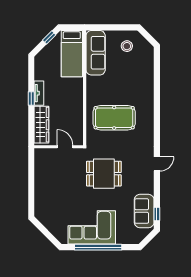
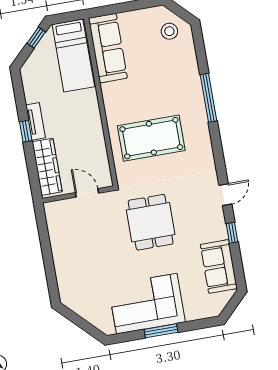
stool: (127, 46) -> (169, 31), moved
window: (157, 97) -> (208, 98), added
dining table: (104, 174) -> (151, 222), turned 90
window: (157, 214) -> (232, 233), moved
window: (98, 247) -> (161, 331), width x0.47

